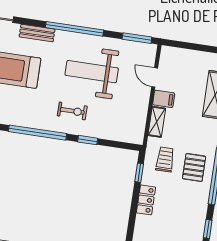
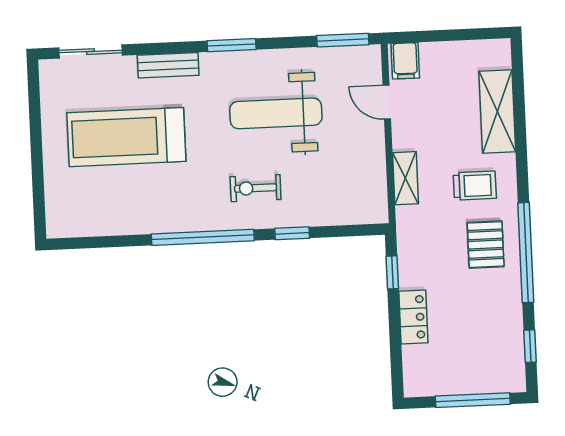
window: (75, 29) -> (232, 45), width x0.47
filing cabinet: (164, 99) -> (405, 61), moved, turned 90
exercise bike: (72, 111) -> (256, 188), turned 180
trolley: (165, 159) -> (475, 186), moved, turned 90

